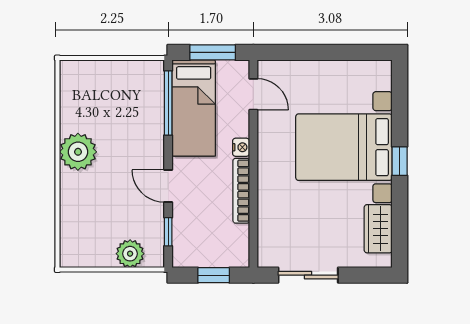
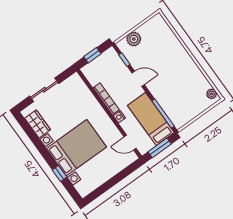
plant: (78, 152) -> (212, 94), moved, width x0.53, depth x0.53
window: (400, 161) -> (60, 173), moved
sliding door: (308, 275) -> (44, 90), moved

